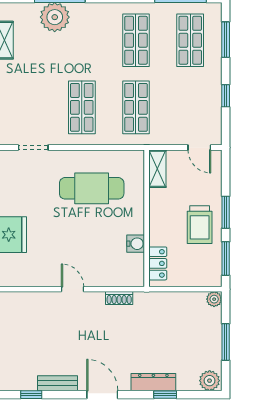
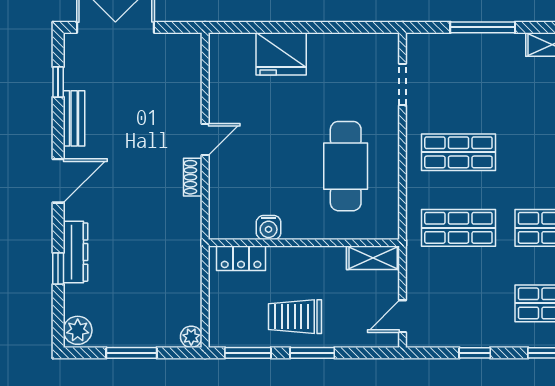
shoe rack: (119, 298) -> (193, 177), moved

